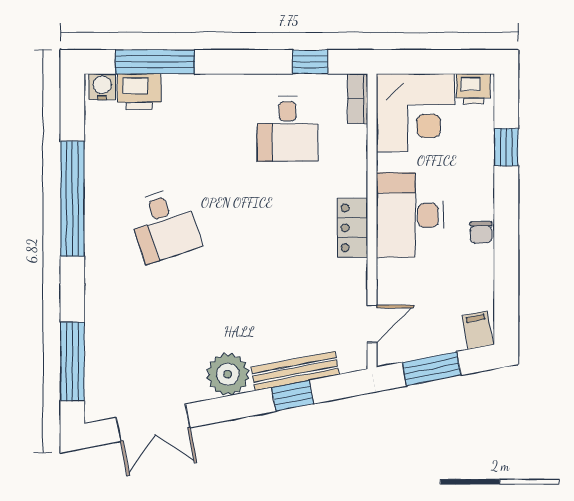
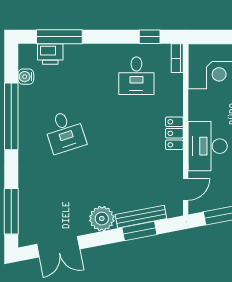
water cooler: (102, 87) -> (26, 77), moved, turned -90
desk: (410, 215) -> (208, 146), moved
window: (293, 396) -> (139, 231), width x1.50

